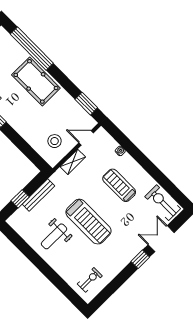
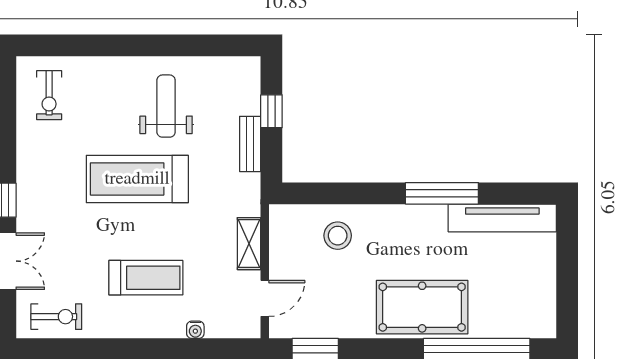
stool: (55, 141) -> (338, 236), moved
bench: (38, 195) -> (250, 144), width x0.73
exercise bike: (163, 203) -> (56, 317), width x0.73, depth x0.72

